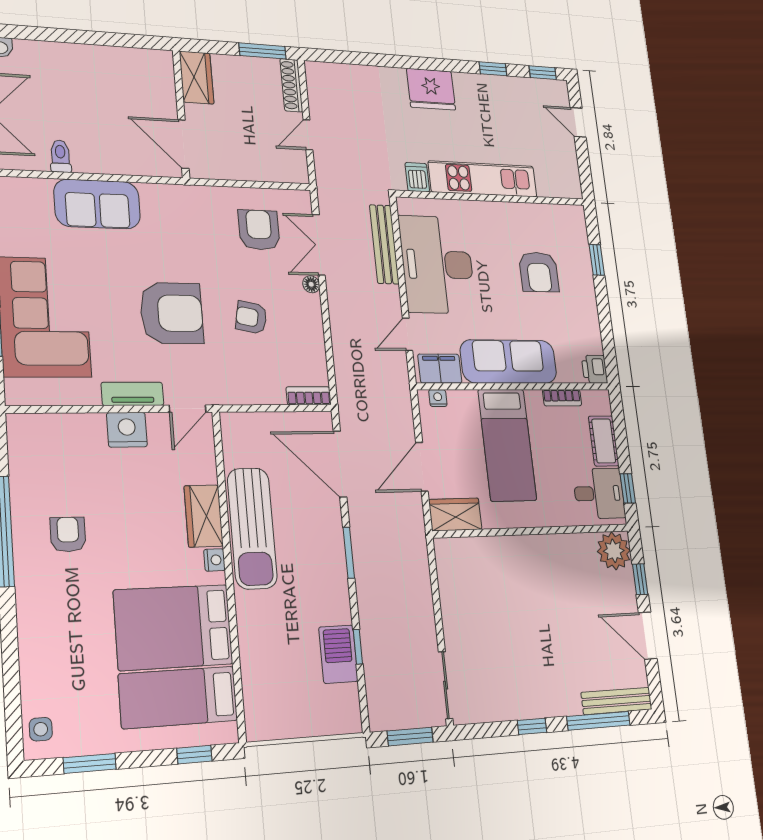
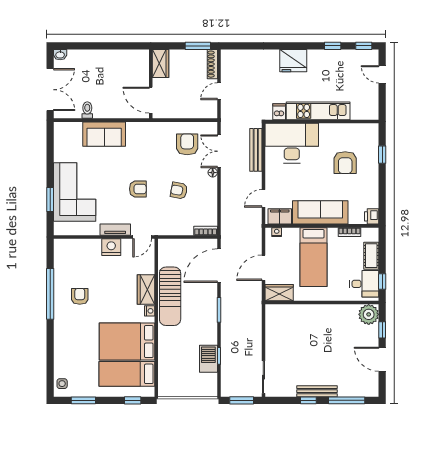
desk: (437, 264) -> (292, 143), moved, turned 90
armchair: (172, 313) -> (138, 189), width x0.53, depth x0.53
door: (340, 464) -> (219, 266), hinge flipped
bench: (617, 701) -> (317, 391), moved

